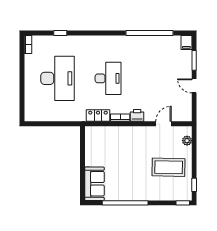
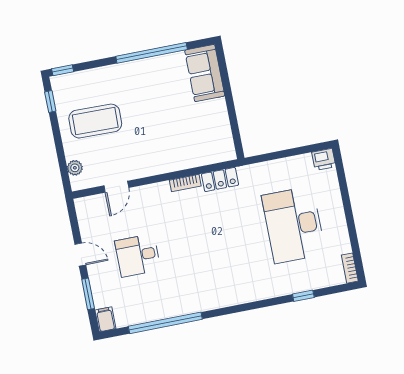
desk: (108, 78) -> (138, 255), moved, width x0.73
printer: (137, 115) -> (324, 159), moved

